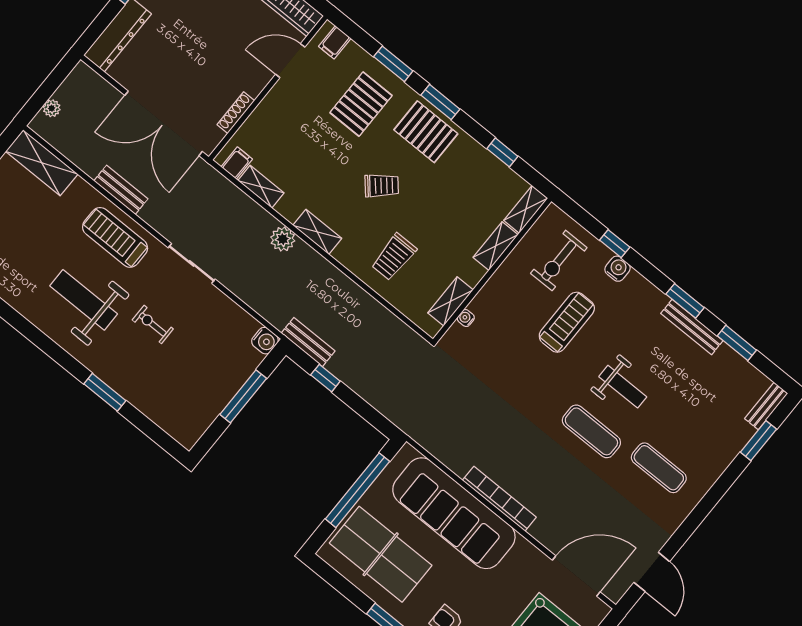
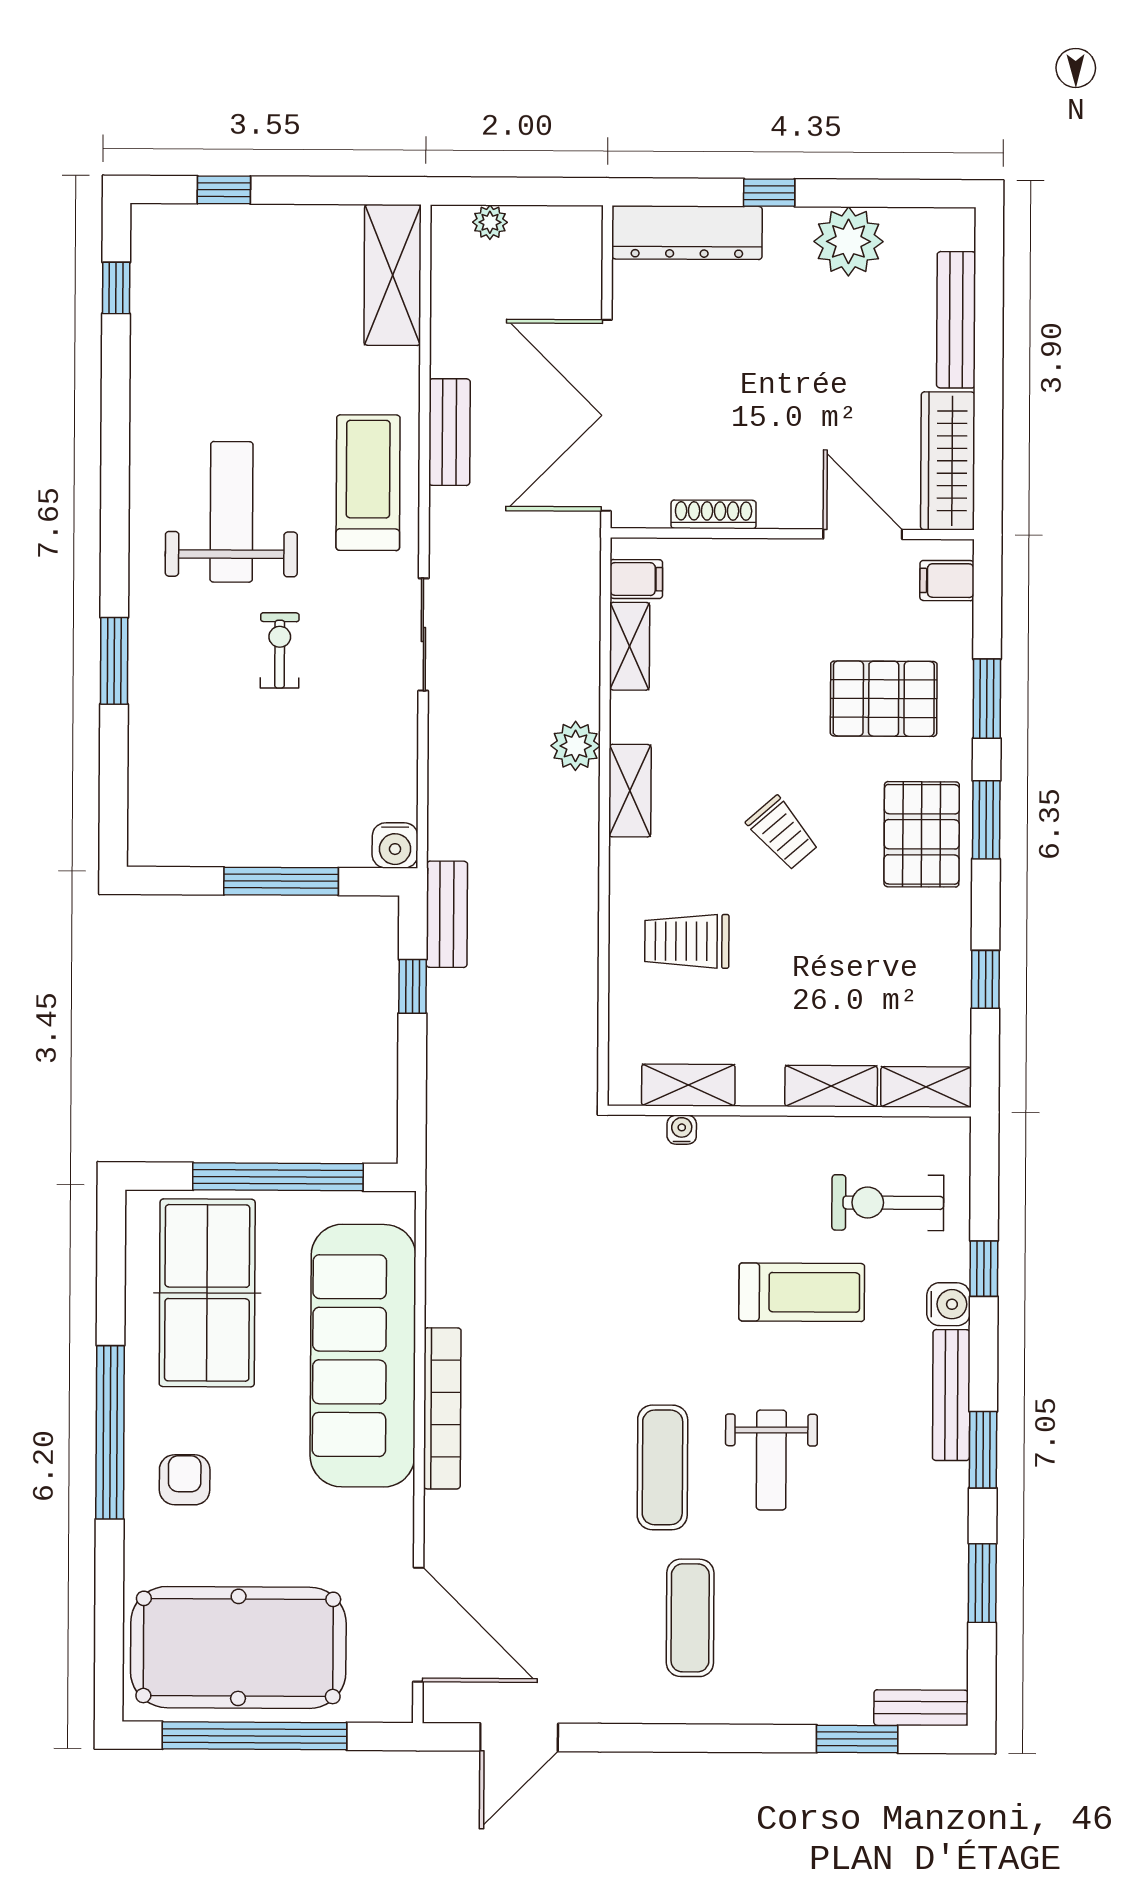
bench: (692, 327) -> (951, 1395), moved

